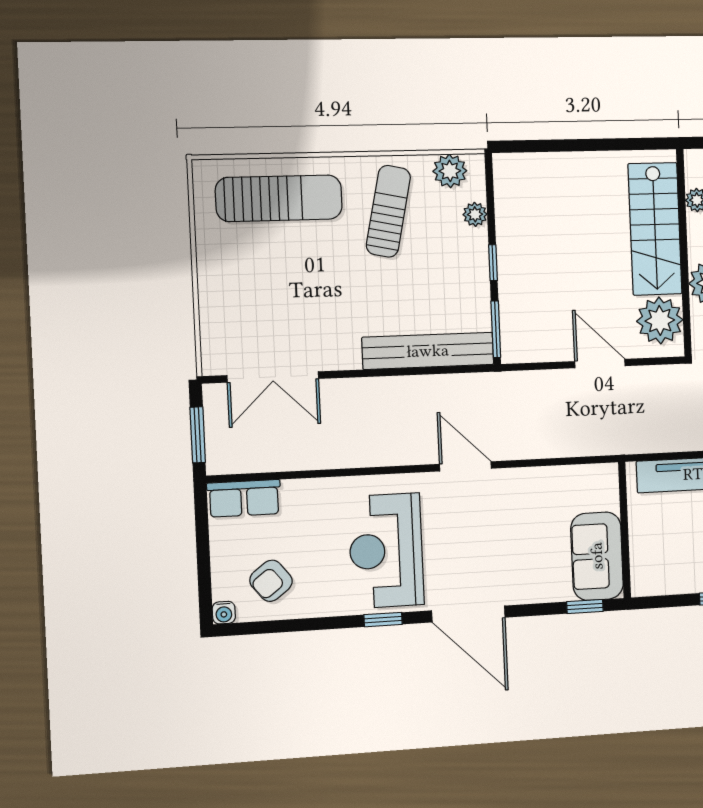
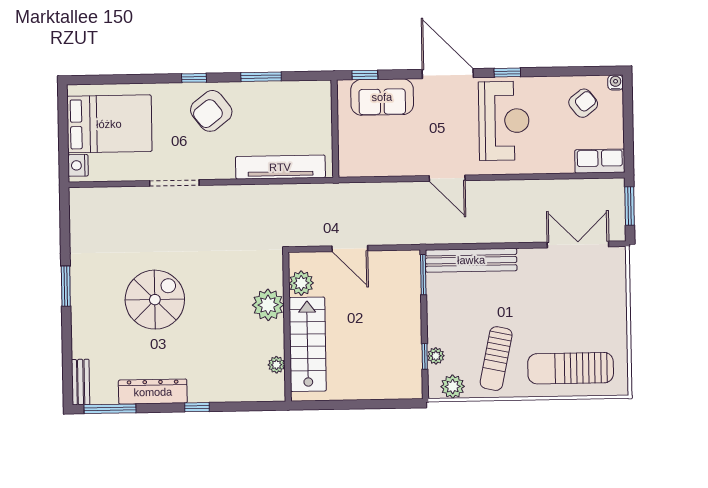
window: (493, 263) -> (425, 356), moved
plant: (660, 320) -> (301, 283), width x0.73, depth x0.73
sofa: (597, 556) -> (382, 97), moved, turned 90

